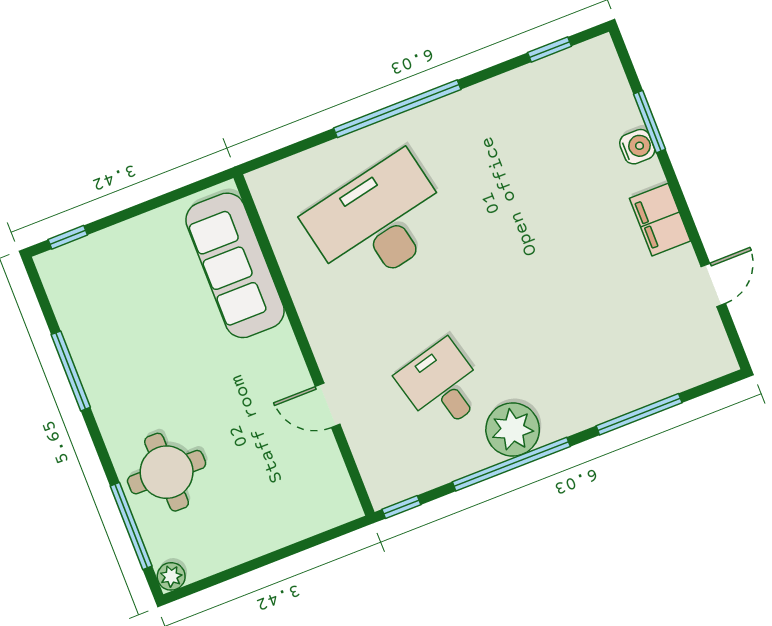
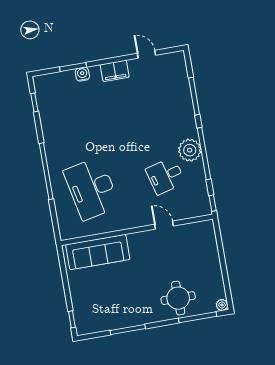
door: (328, 405) -> (164, 225), swing flipped

